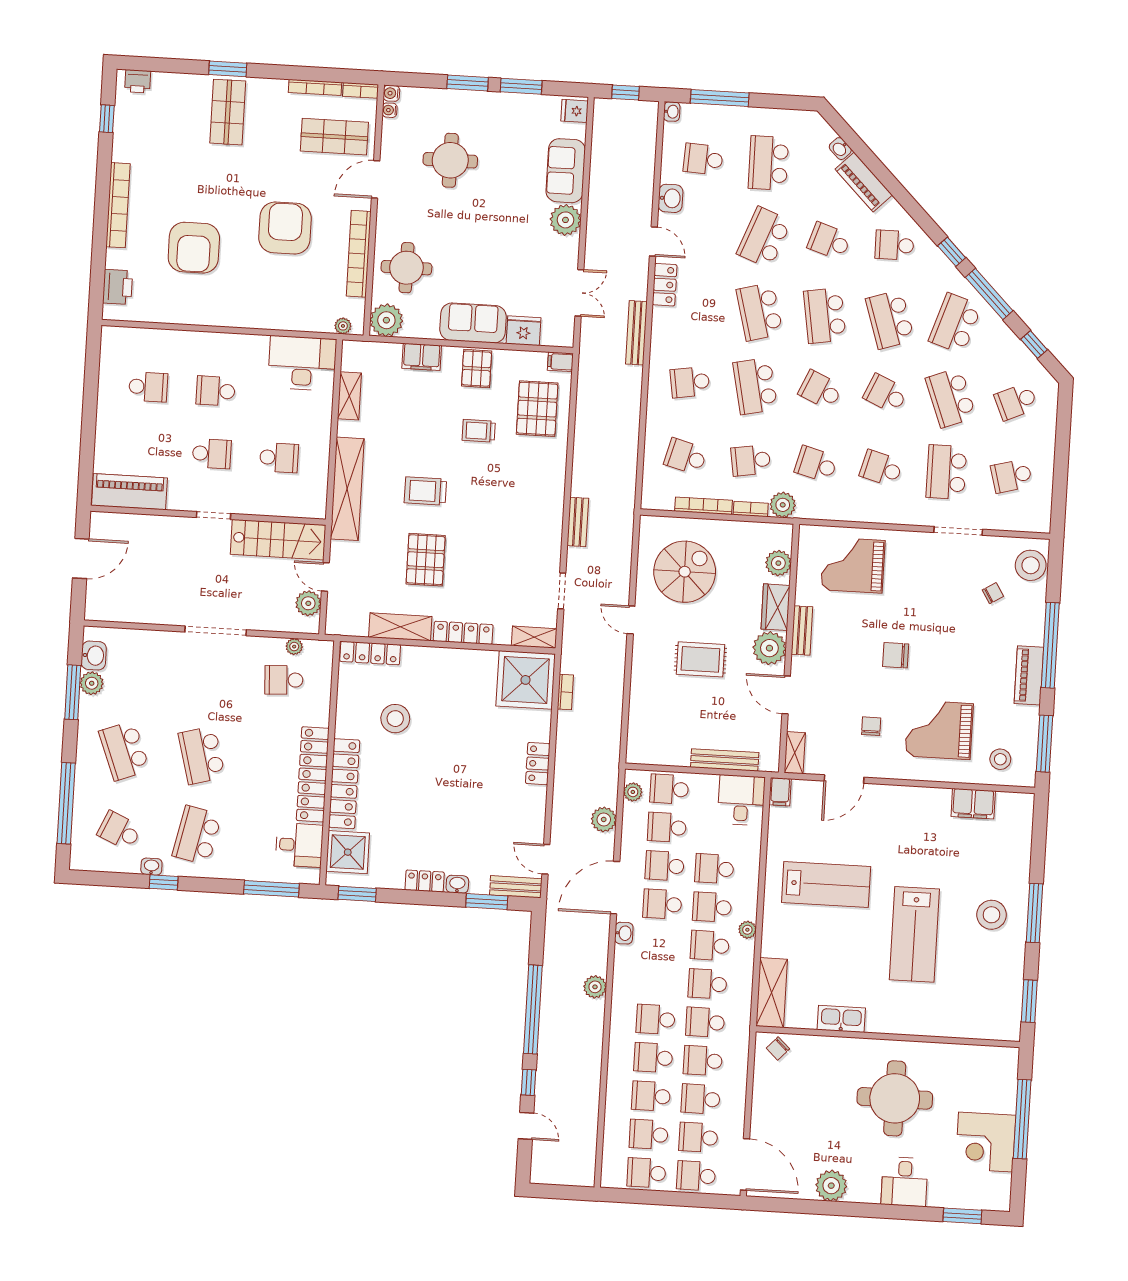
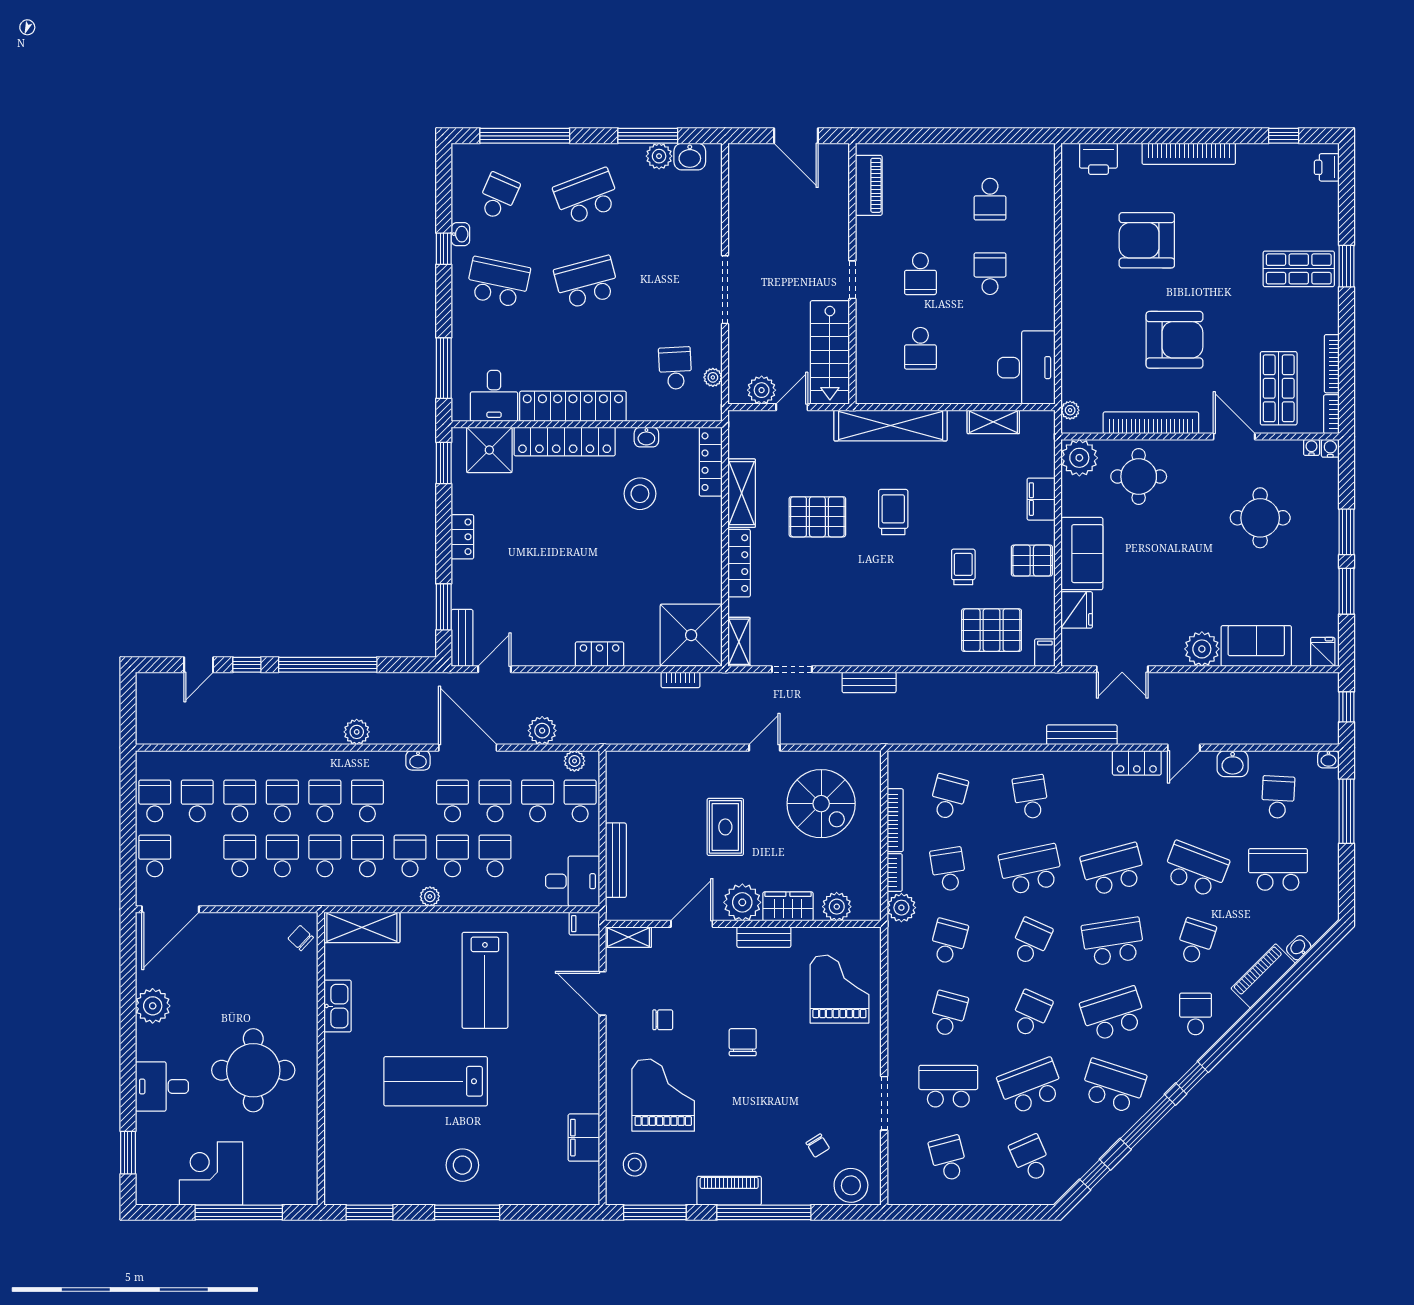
piano: (129, 492) -> (869, 185), width x0.73, depth x0.75
washbasin: (457, 884) -> (646, 437), moved, turned 90
school desk: (698, 1137) -> (367, 801), moved

